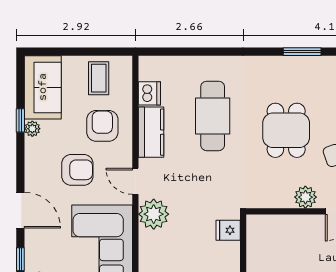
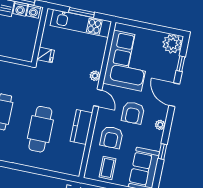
dishwasher: (149, 93) -> (77, 152), removed
plant: (32, 129) -> (160, 125), moved
armchair: (77, 170) -> (133, 113), turned -90
plant: (154, 214) -> (95, 76), width x0.53, depth x0.53

